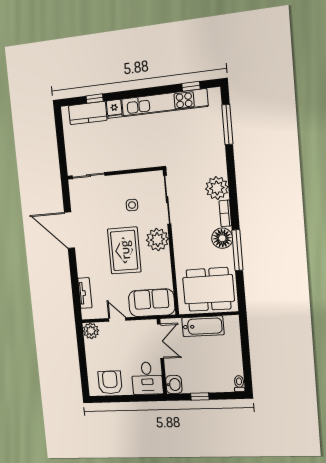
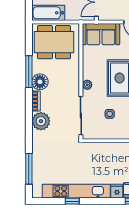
window: (191, 86) -> (72, 201), moved
plant: (157, 240) -> (87, 85), width x0.53, depth x0.53
bathtub: (203, 326) -> (48, 13), moved

